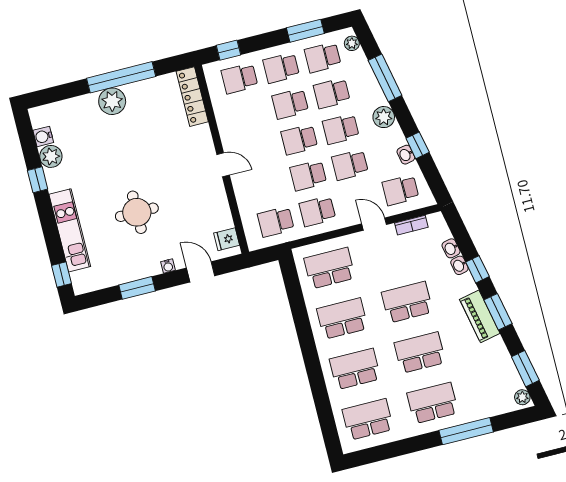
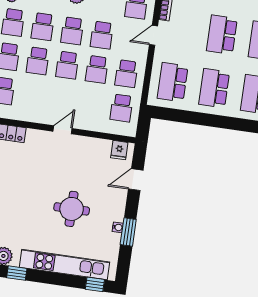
kitchen unit: (70, 230) -> (64, 265), width x1.36
water cooler: (168, 266) -> (118, 227), moved

